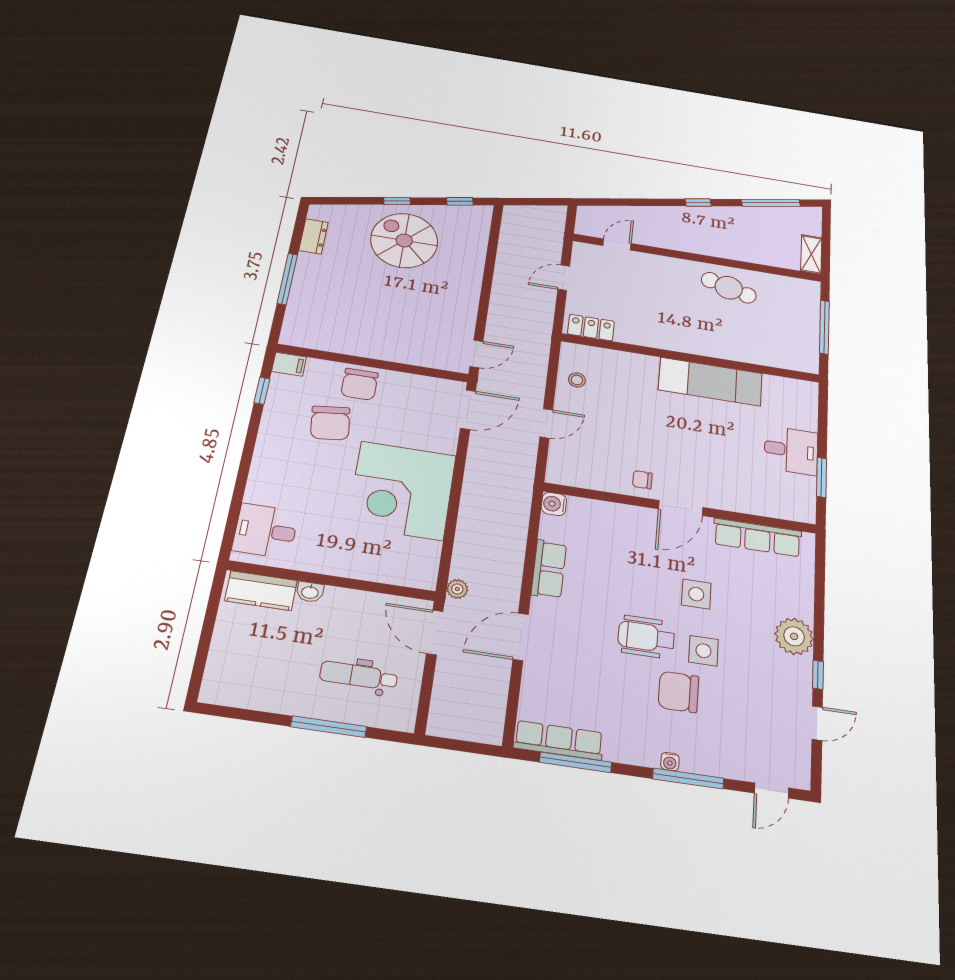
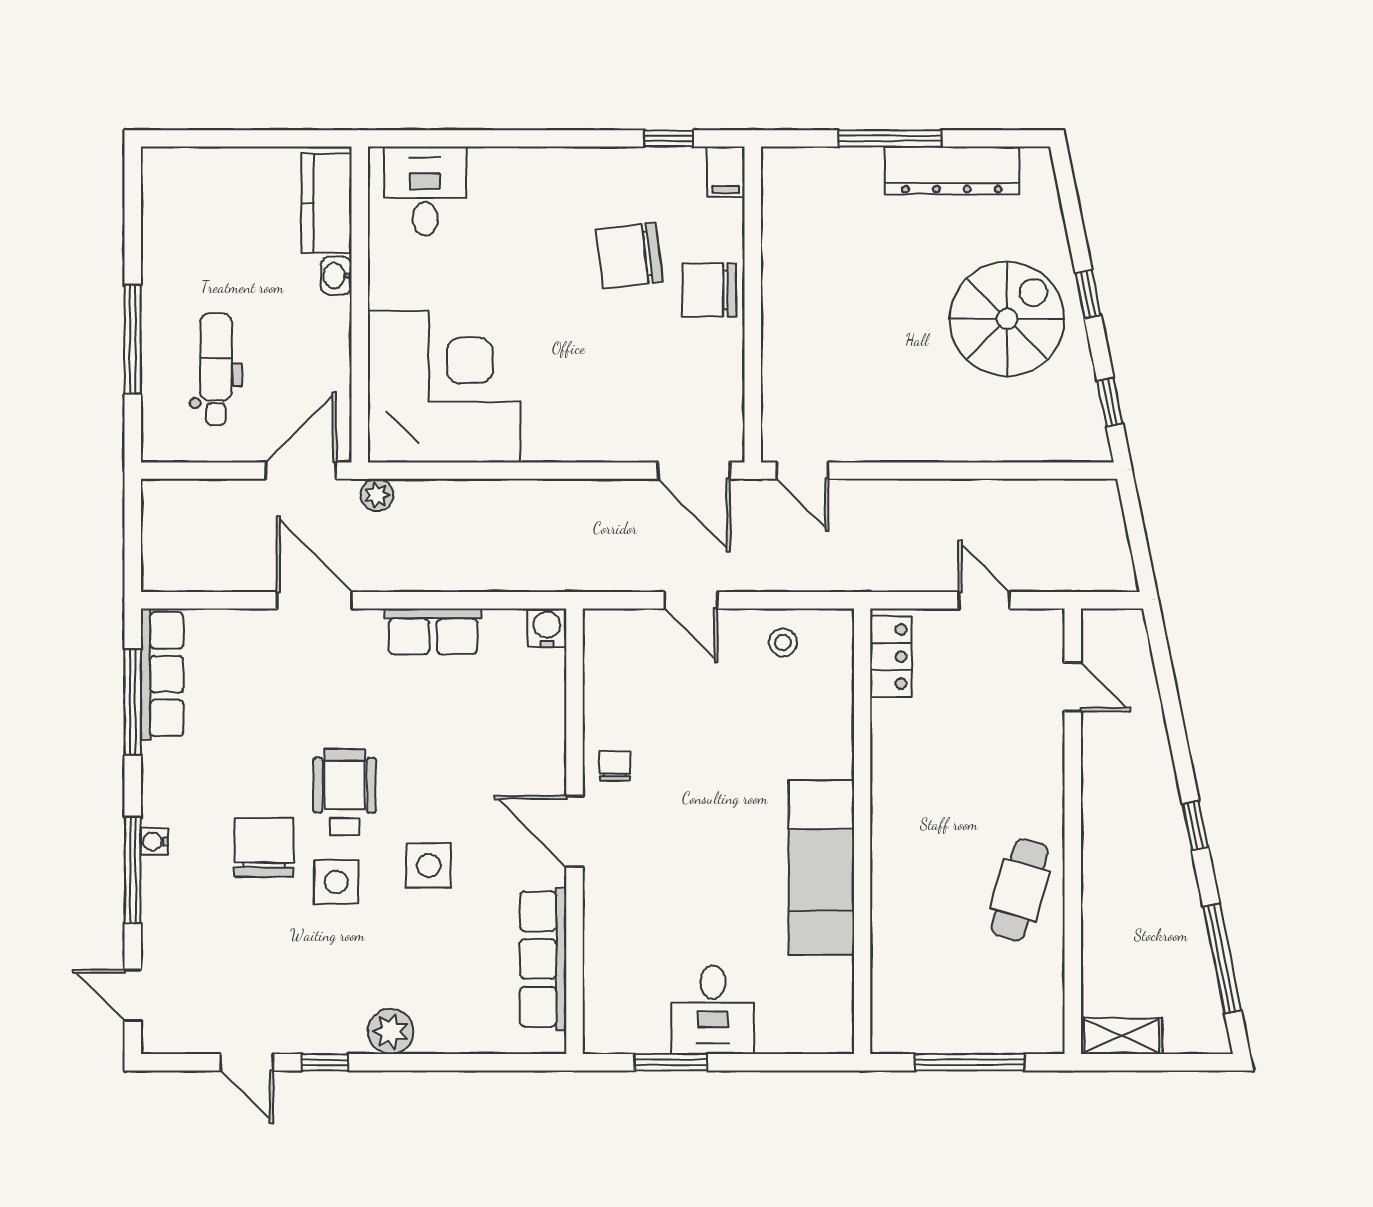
dresser: (314, 236) -> (952, 170), width x1.96, depth x1.24
corner desk: (402, 491) -> (444, 386), moved, turned 90
plant: (794, 636) -> (391, 1031), width x0.73, depth x0.73

